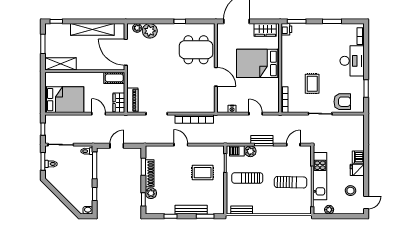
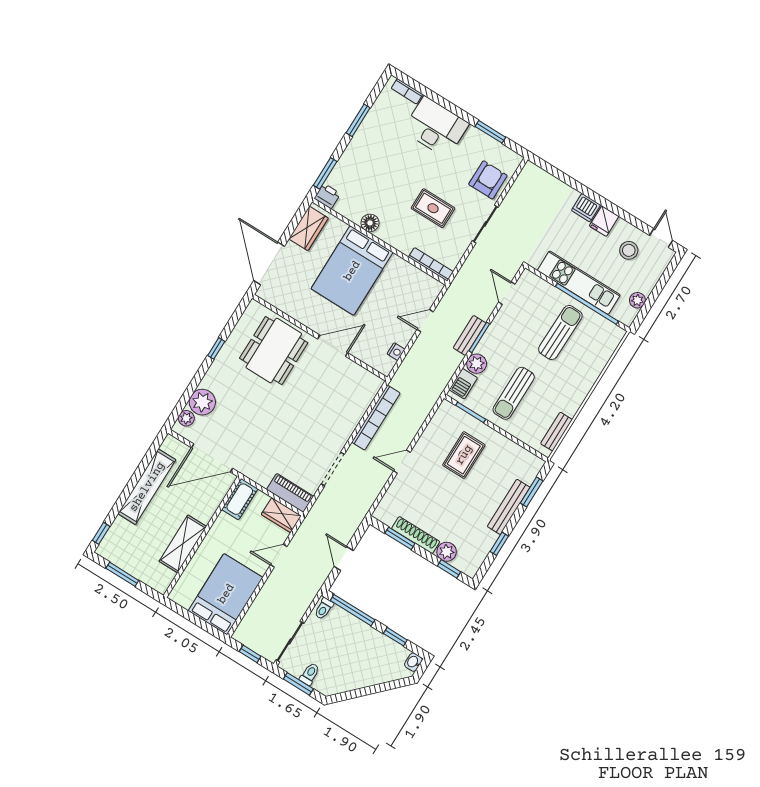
floor lamp: (286, 58) -> (370, 223), added
shelving: (60, 64) -> (183, 544), moved

